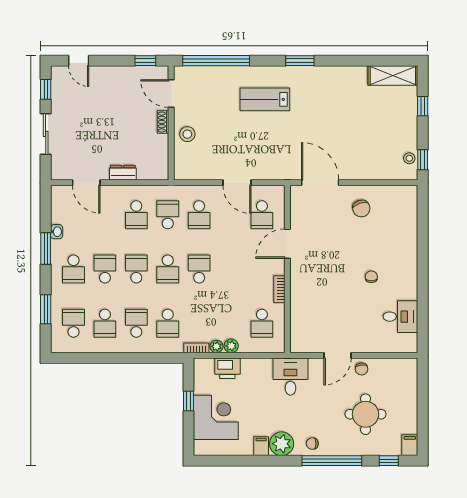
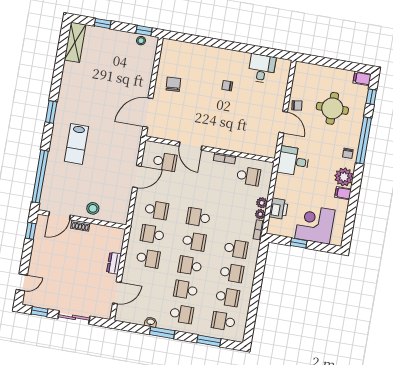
chair: (361, 209) -> (173, 84), turned -75
school desk: (136, 323) -> (232, 273), turned 180

